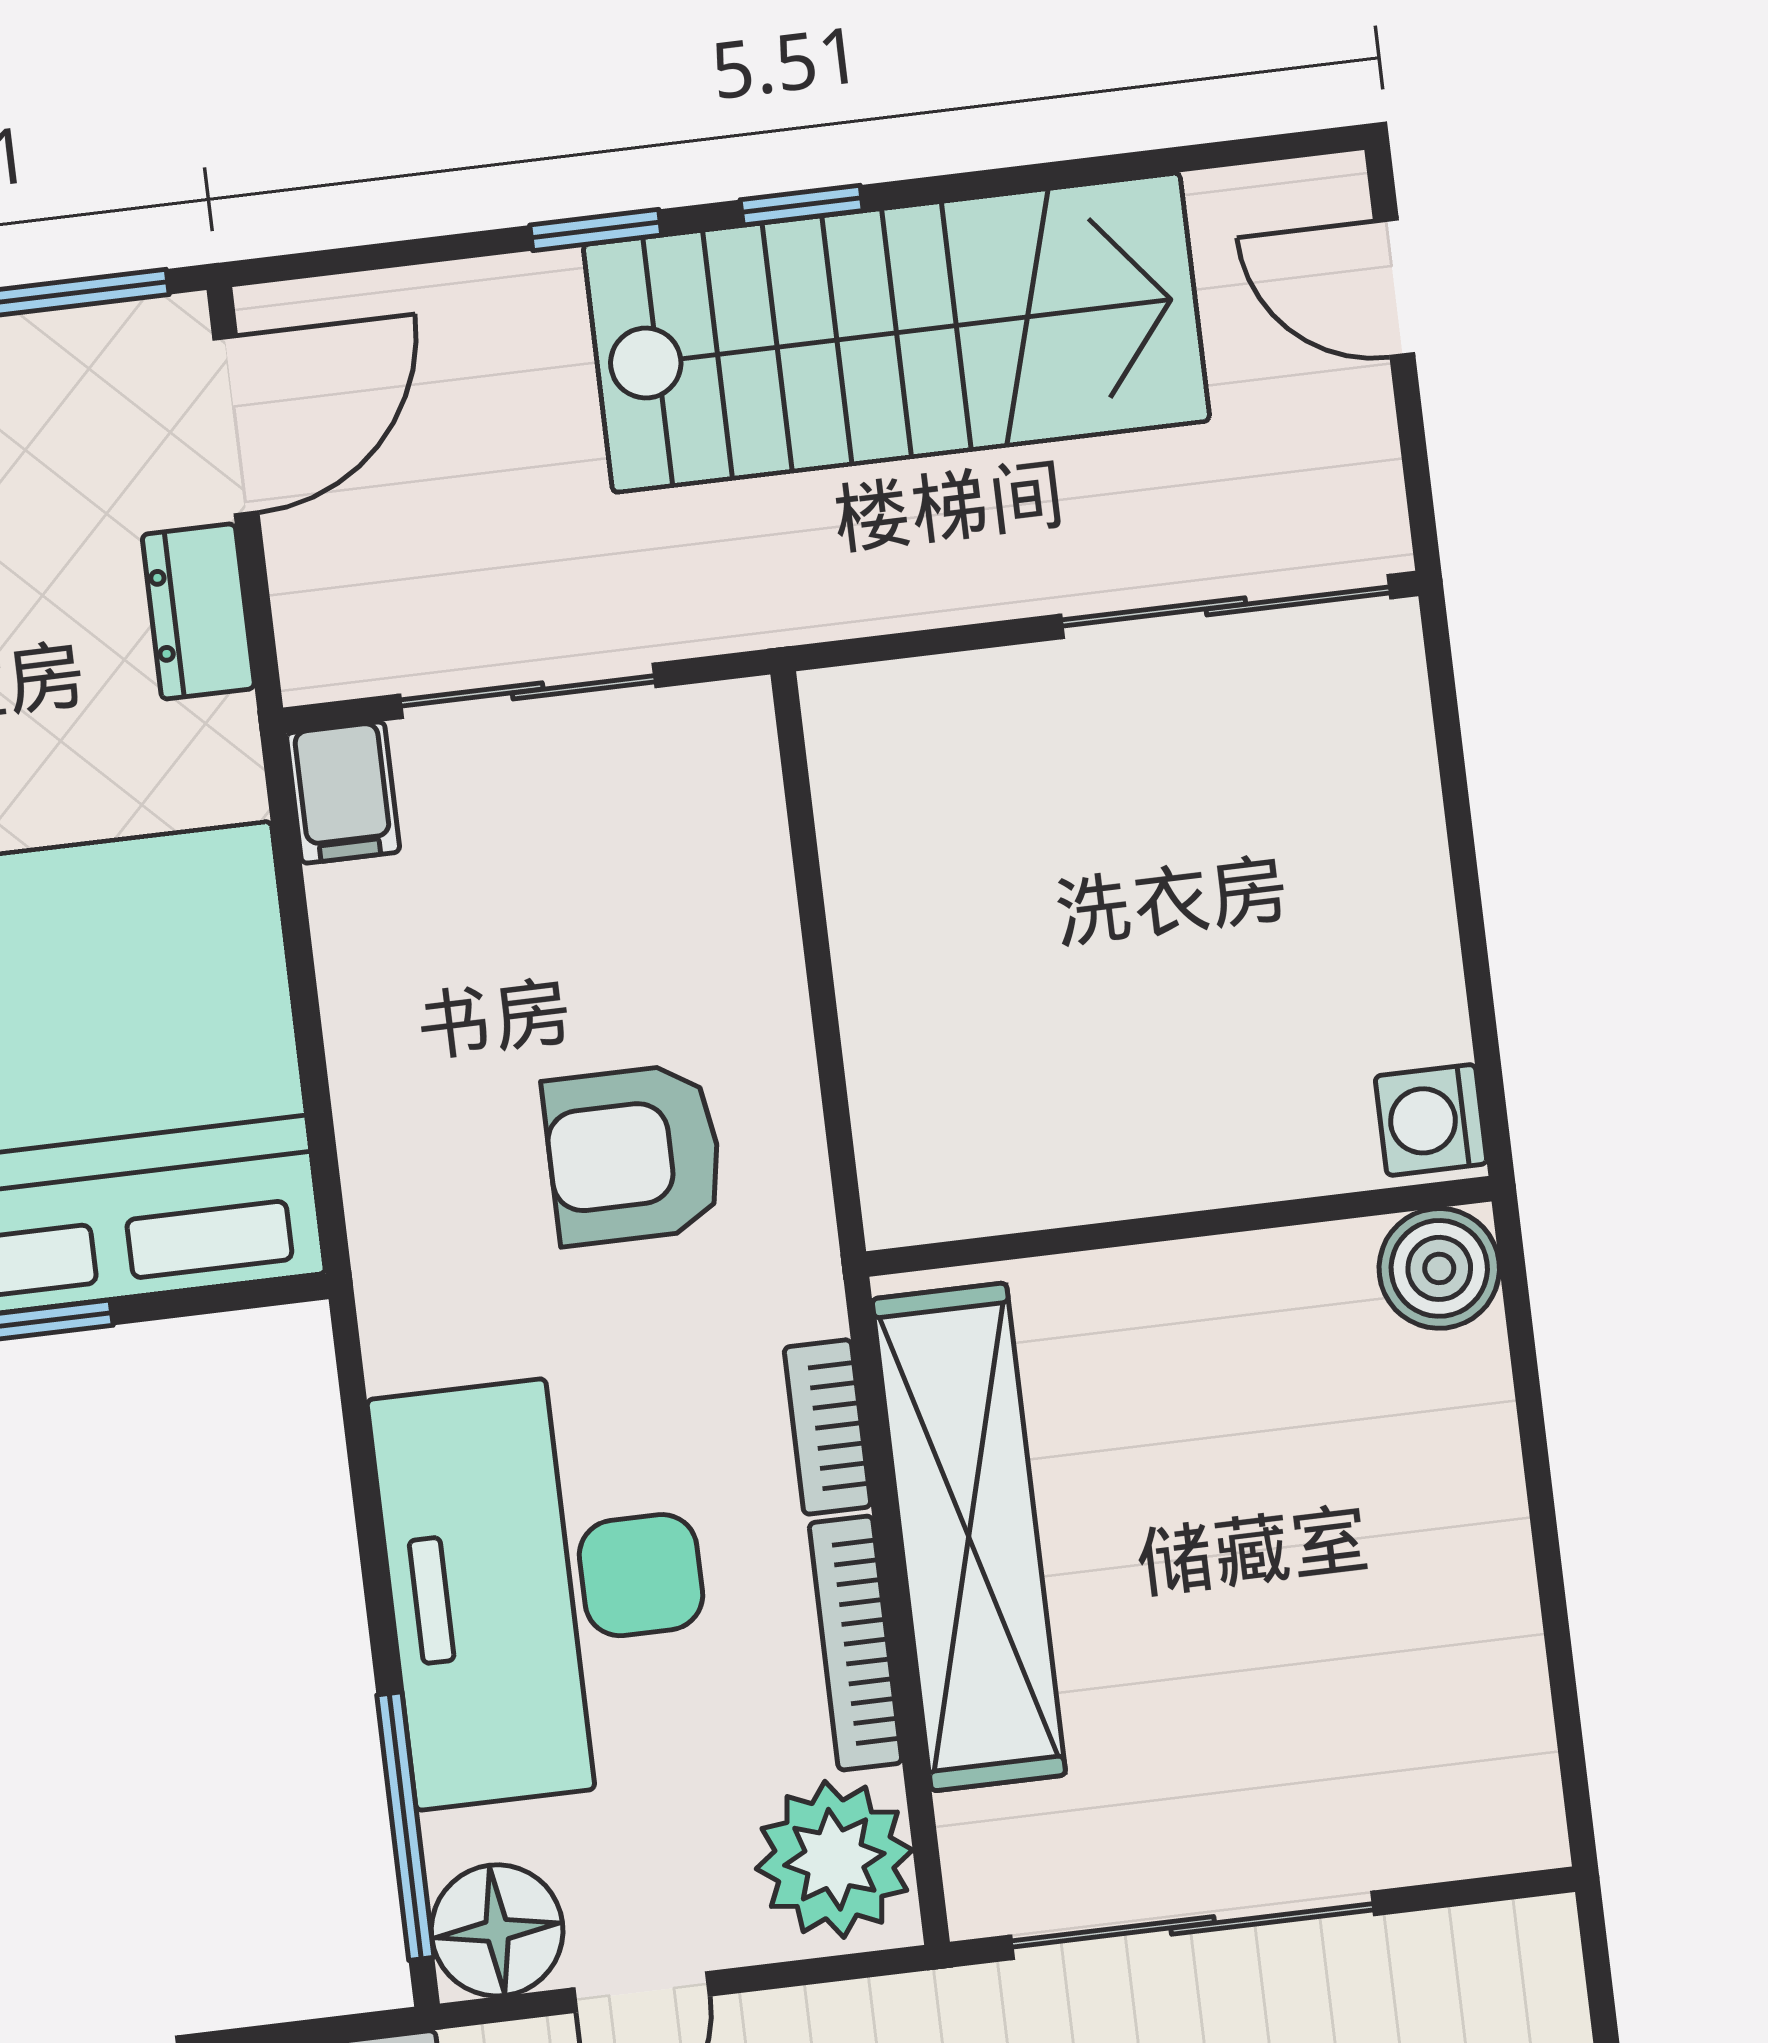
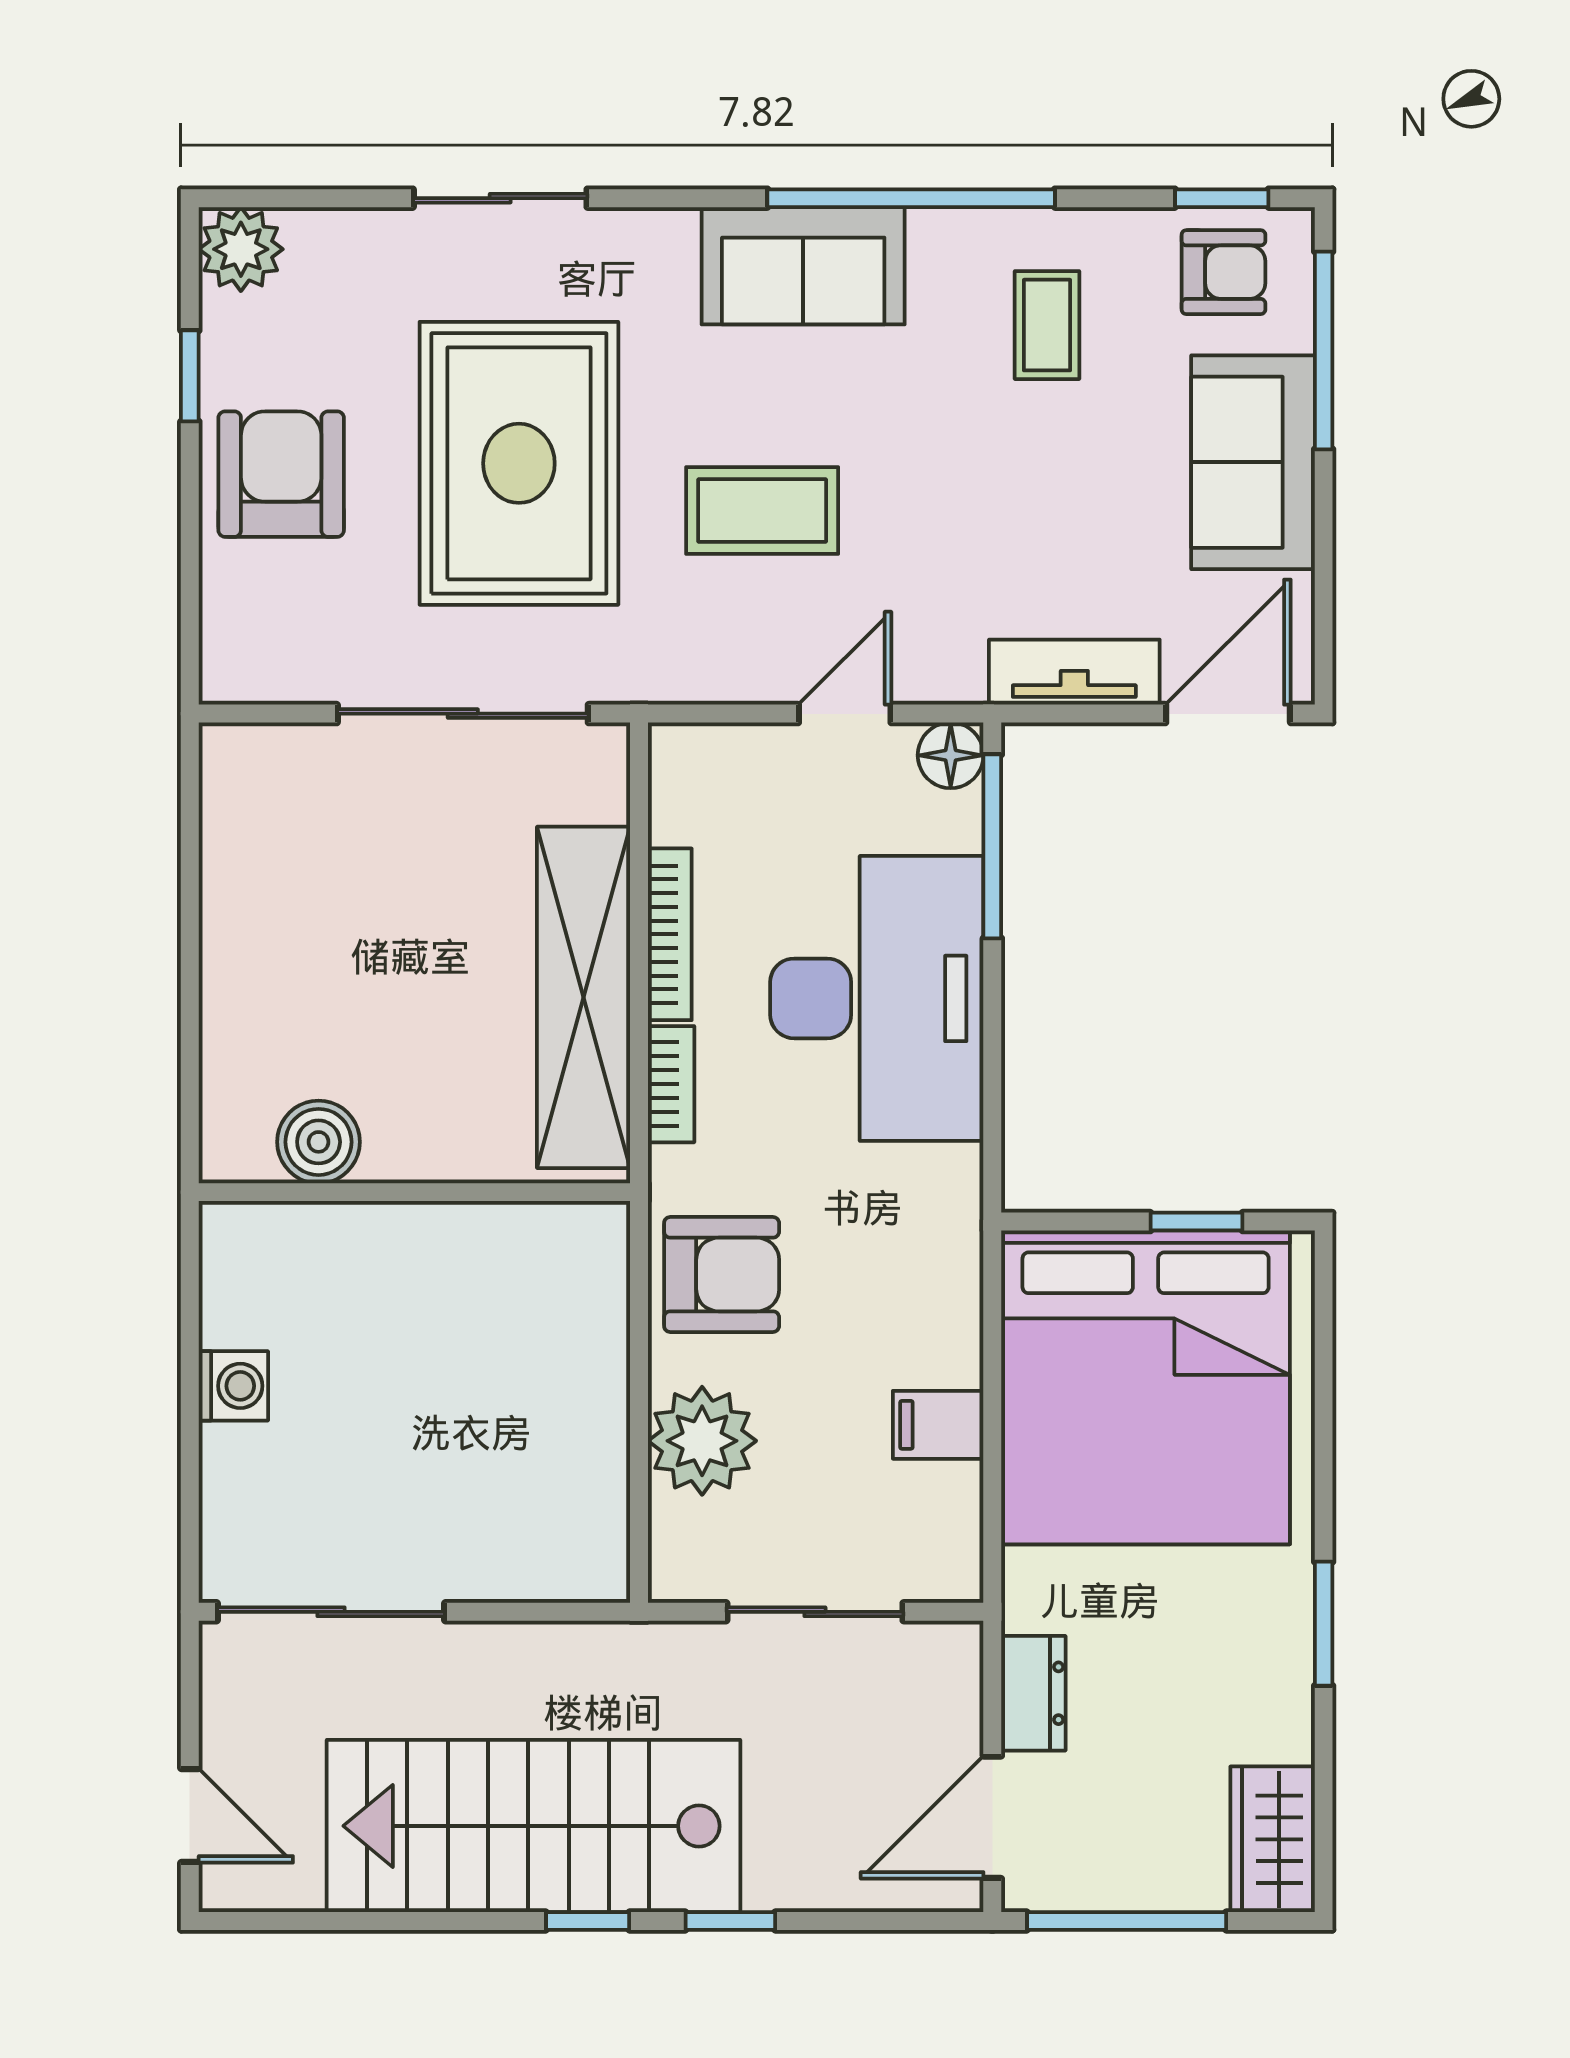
filing cabinet: (343, 793) -> (938, 1425), moved, turned -90
washing machine: (1431, 1120) -> (233, 1386), moved
armchair: (634, 1154) -> (722, 1274), moved
boiler: (1439, 1268) -> (319, 1142), moved
plant: (834, 1859) -> (702, 1441), moved
floor lamp: (497, 1930) -> (951, 755), width x0.73, depth x0.73

